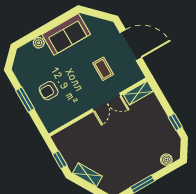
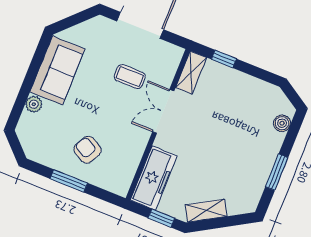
armchair: (49, 91) -> (87, 150), turned 119
double door: (106, 102) -> (163, 111), swing flipped
window: (175, 122) -> (224, 59), moved
freezer: (73, 135) -> (154, 178), added

